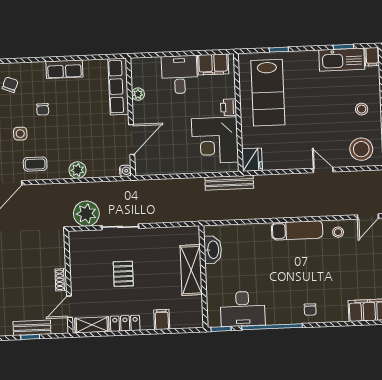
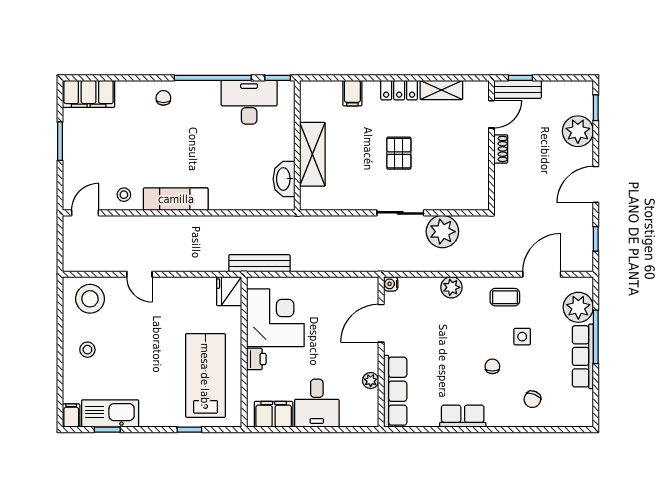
shoe rack: (61, 280) -> (501, 149), moved
wall: (68, 282) -> (491, 145), moved
door: (69, 307) -> (491, 114), moved

